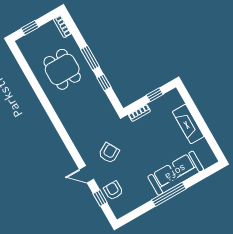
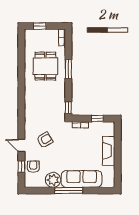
window: (104, 82) -> (68, 108), moved
plant: (144, 193) -> (53, 180), added

